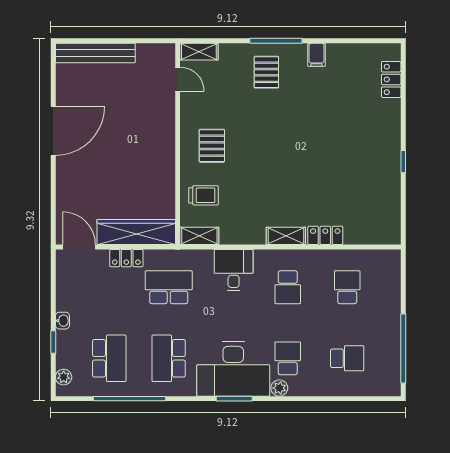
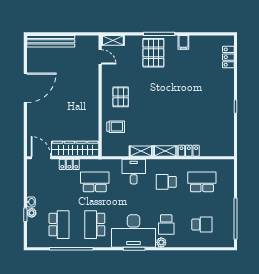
pallet: (266, 72) -> (153, 53), width x1.50, depth x1.42
shelving: (199, 236) -> (141, 151), moved
school desk: (288, 287) -> (166, 182), turned 90
school desk: (347, 287) -> (202, 182), width x1.85
school desk: (288, 358) -> (166, 225), turned 180
plant: (64, 377) -> (32, 213), moved

